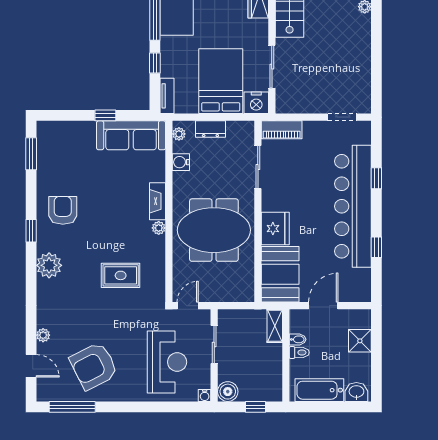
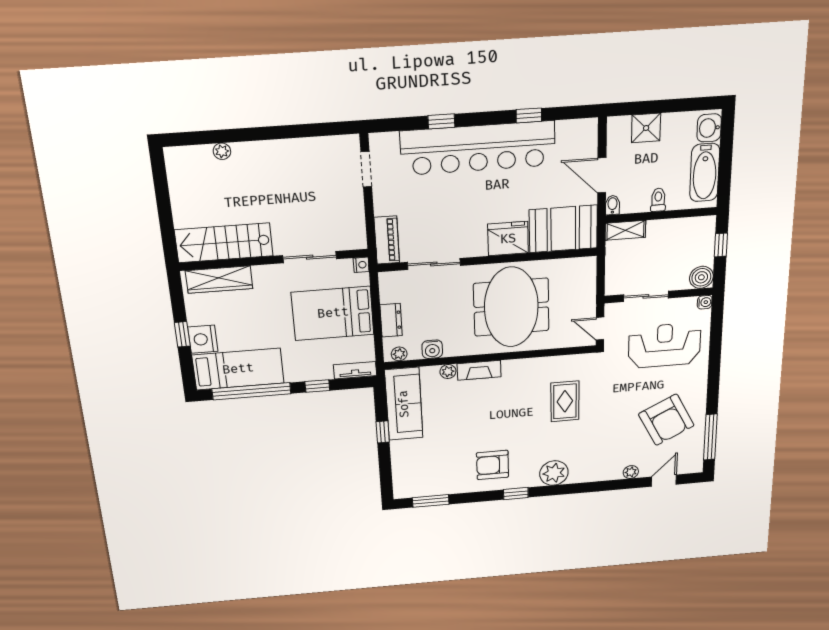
nightstand: (256, 103) -> (361, 265), width x0.53, depth x0.56
plant: (159, 228) -> (448, 372), moved
bidet: (298, 339) -> (612, 205), moved

